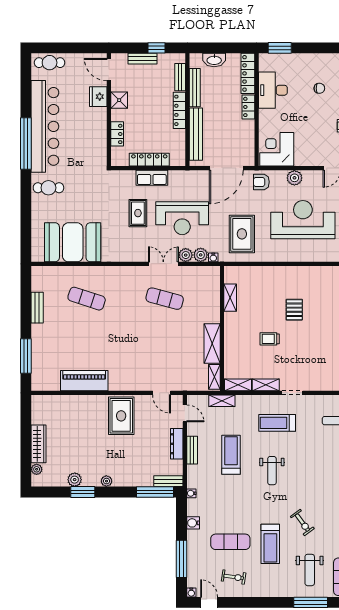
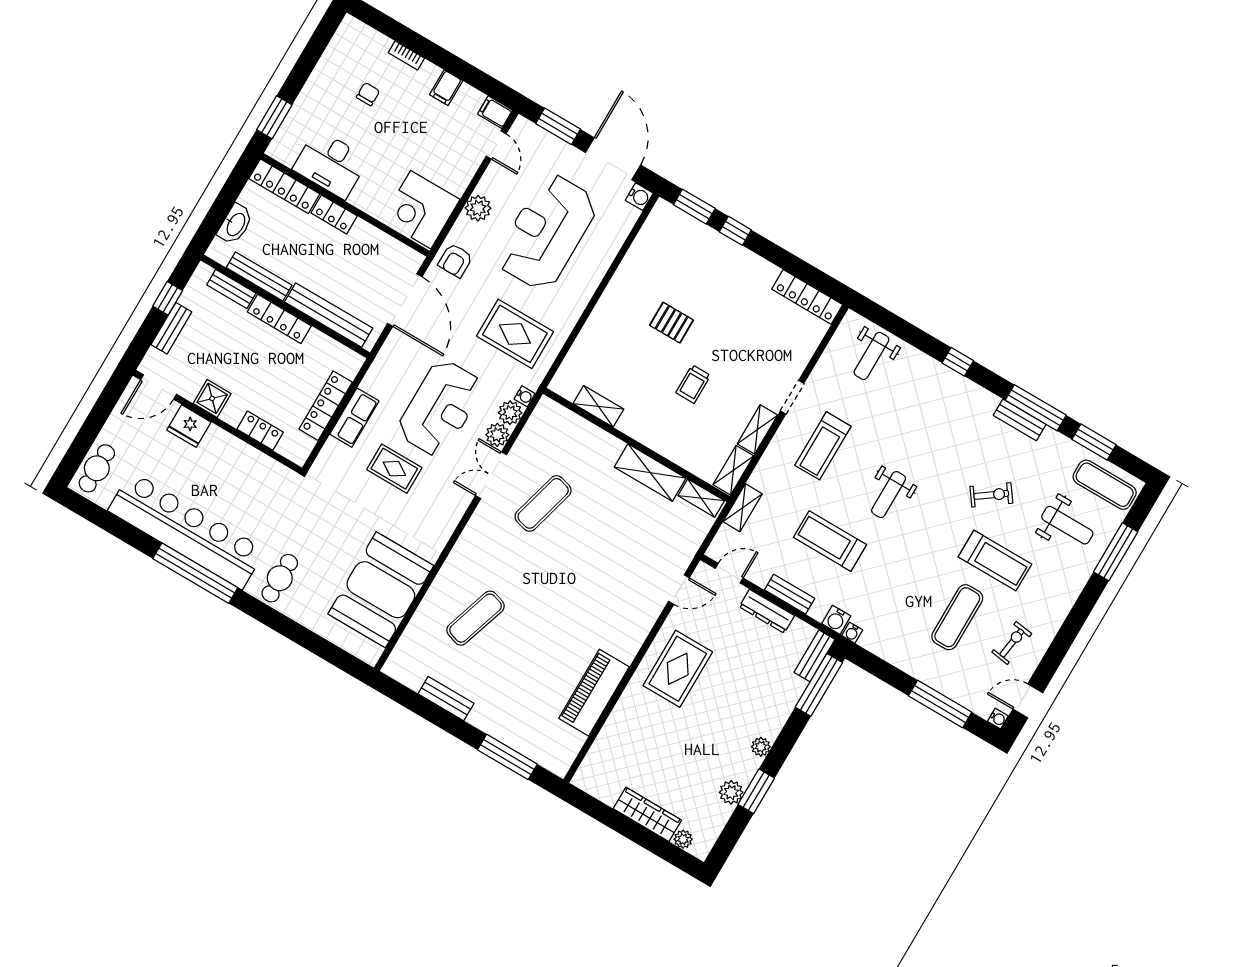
rug: (121, 416) -> (678, 669), turned 90
weight bench: (272, 471) -> (889, 495), turned 90
water cooler: (193, 523) -> (836, 620), moved

